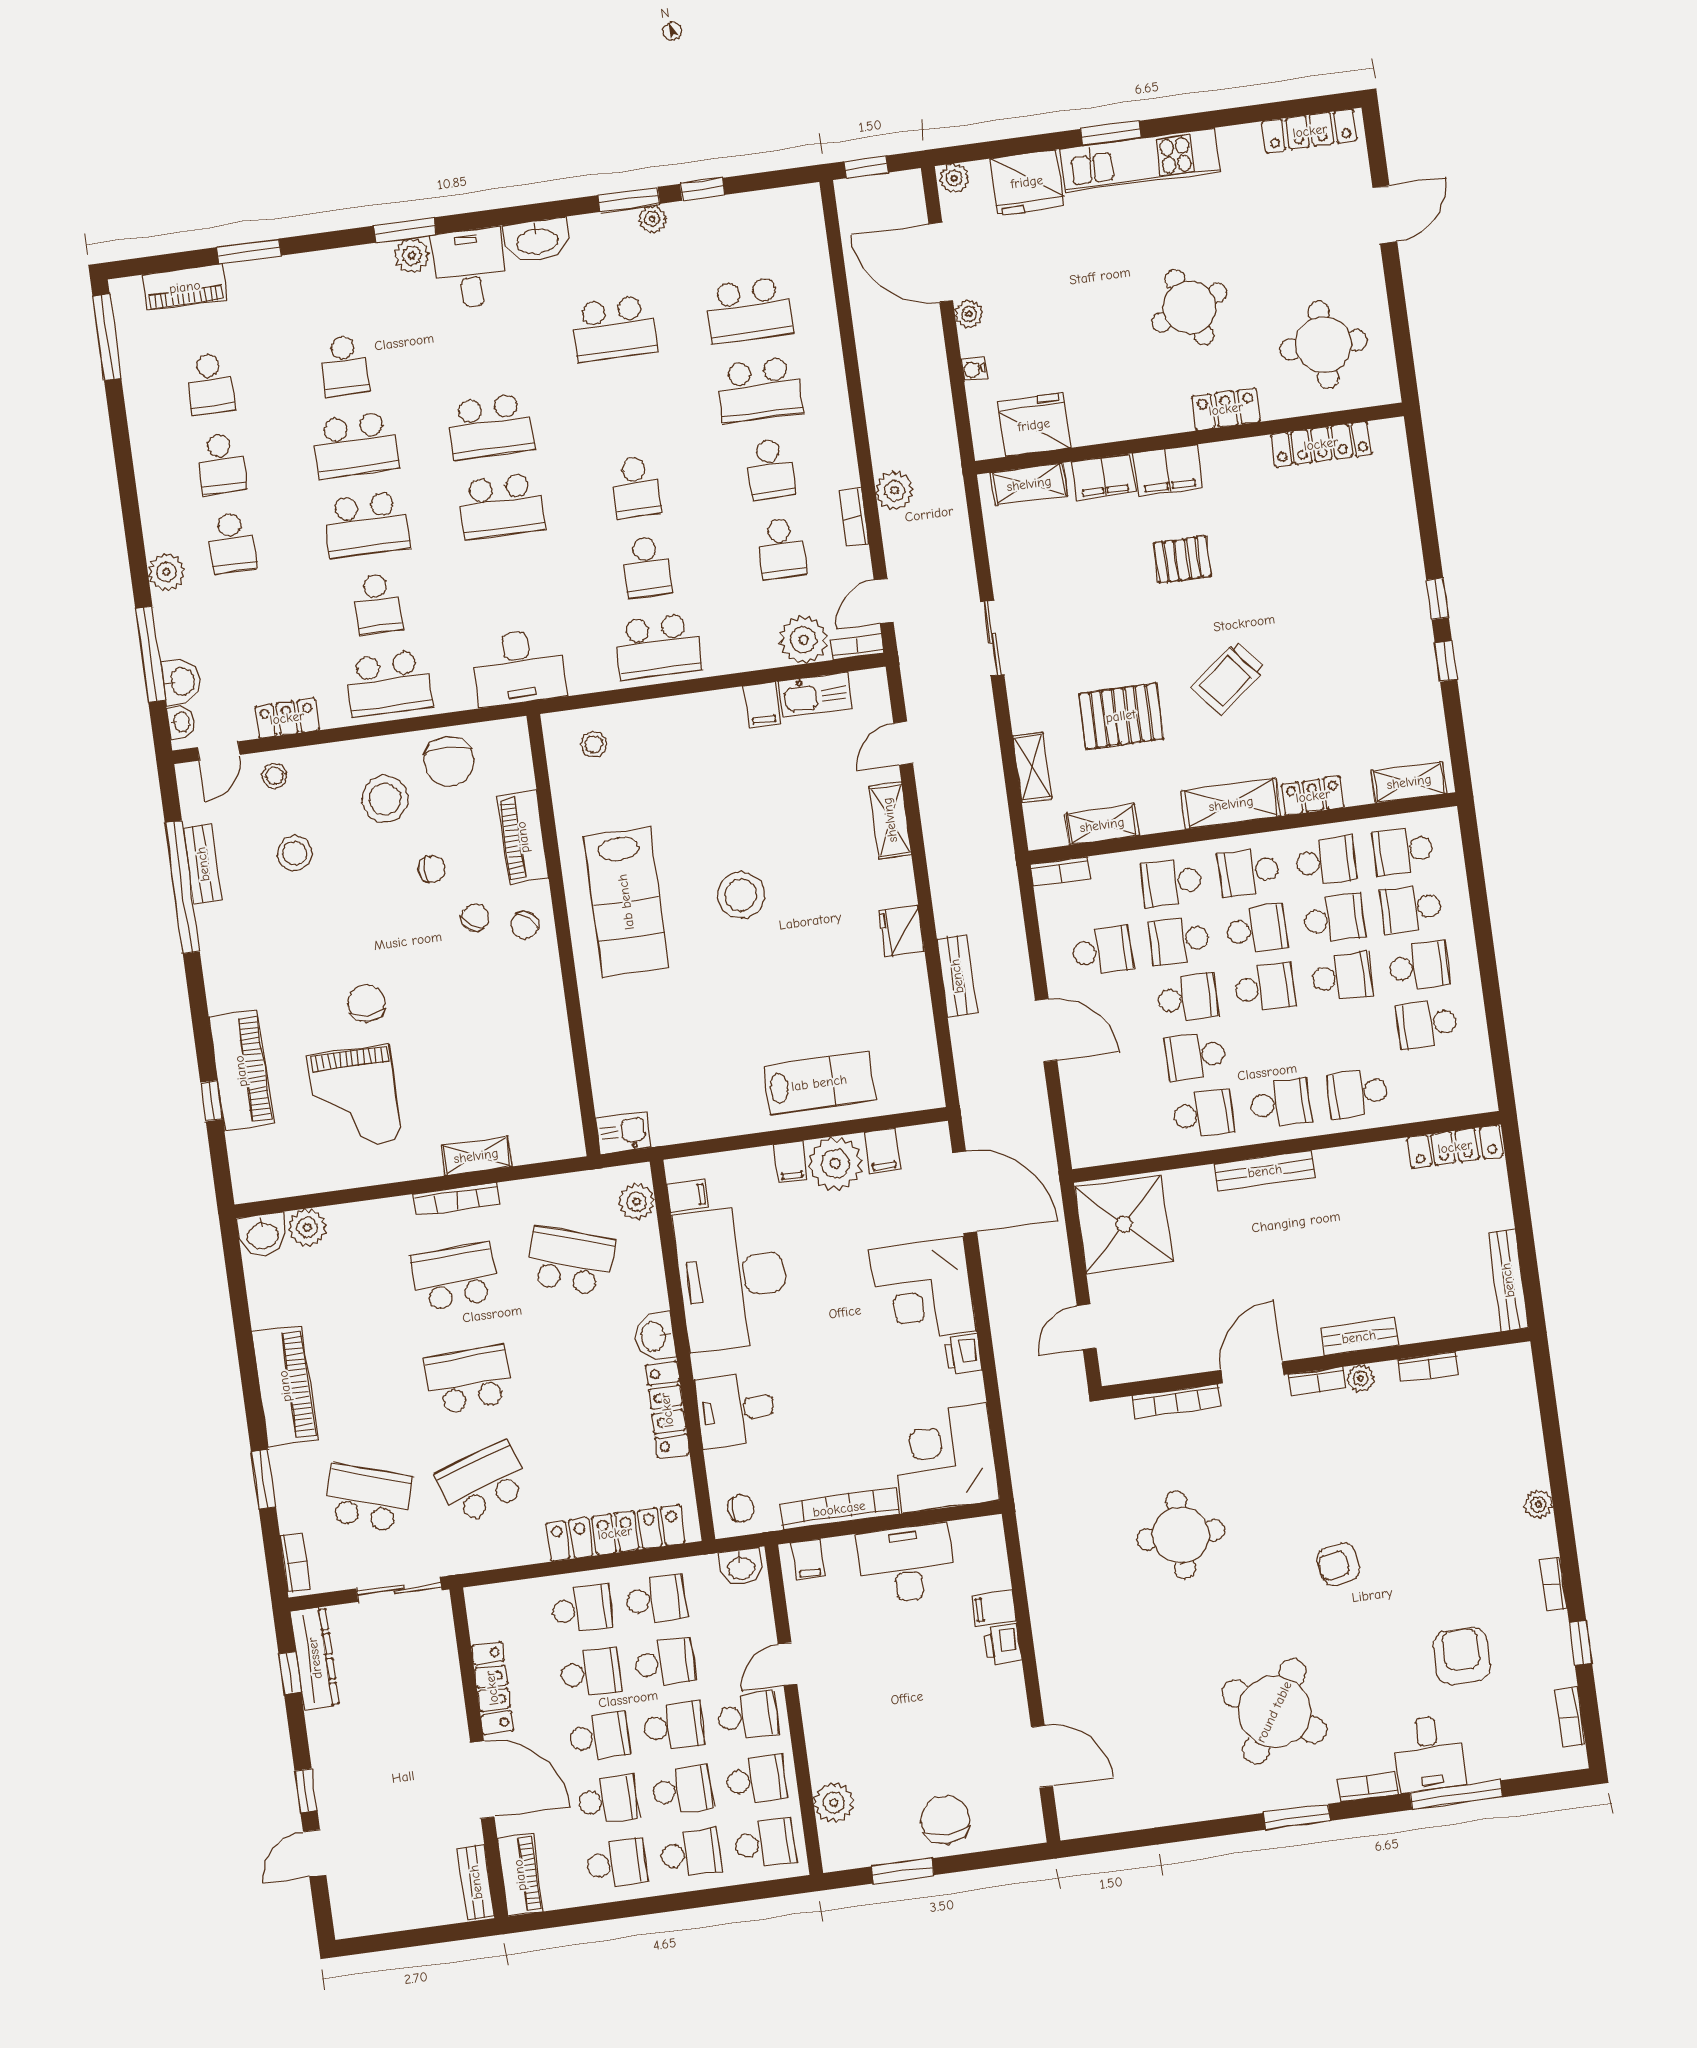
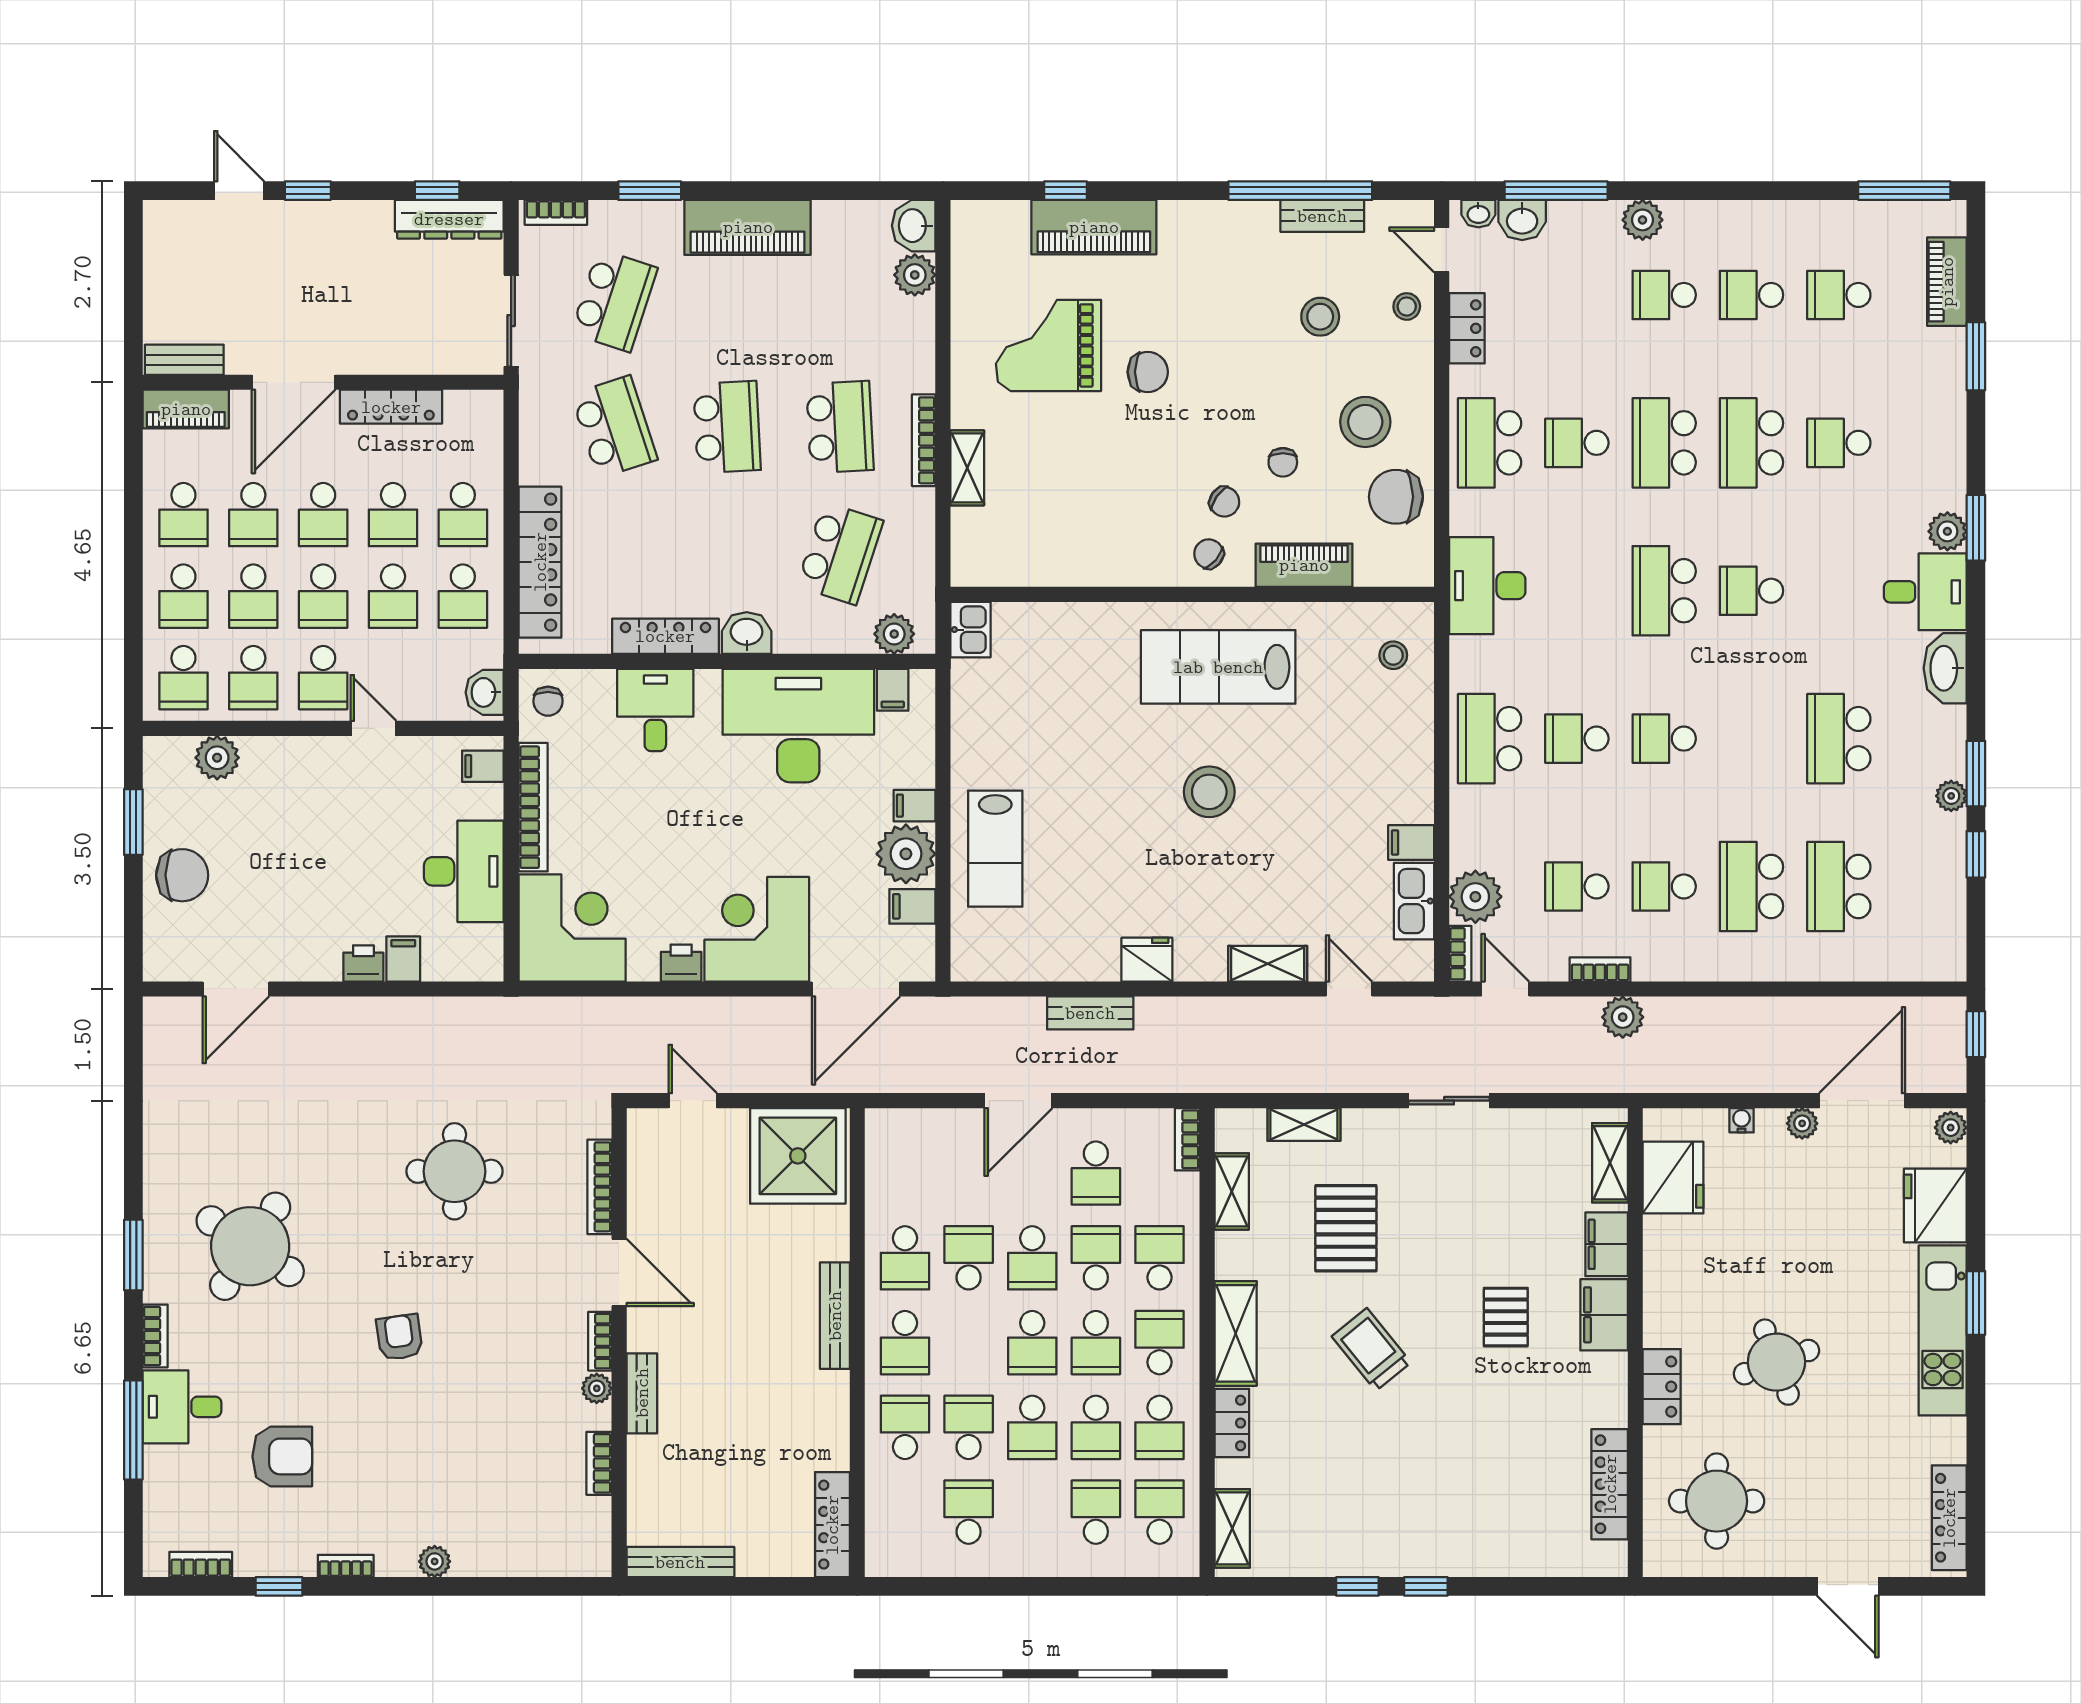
school desk: (490, 426) -> (1751, 591), width x0.54
school desk: (1419, 966) -> (969, 1427), moved, turned 180

